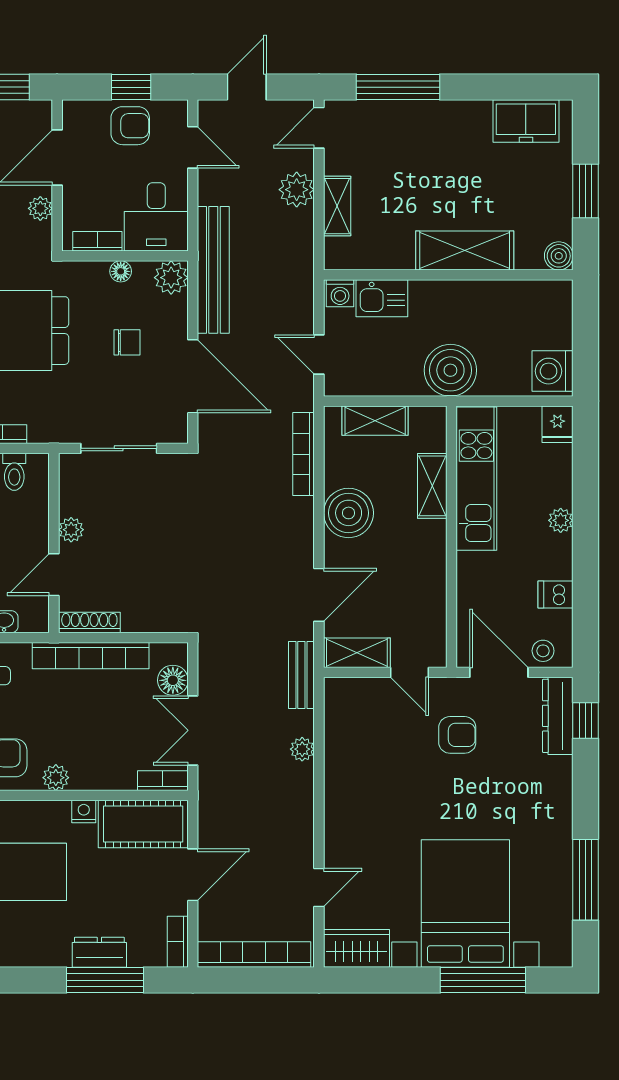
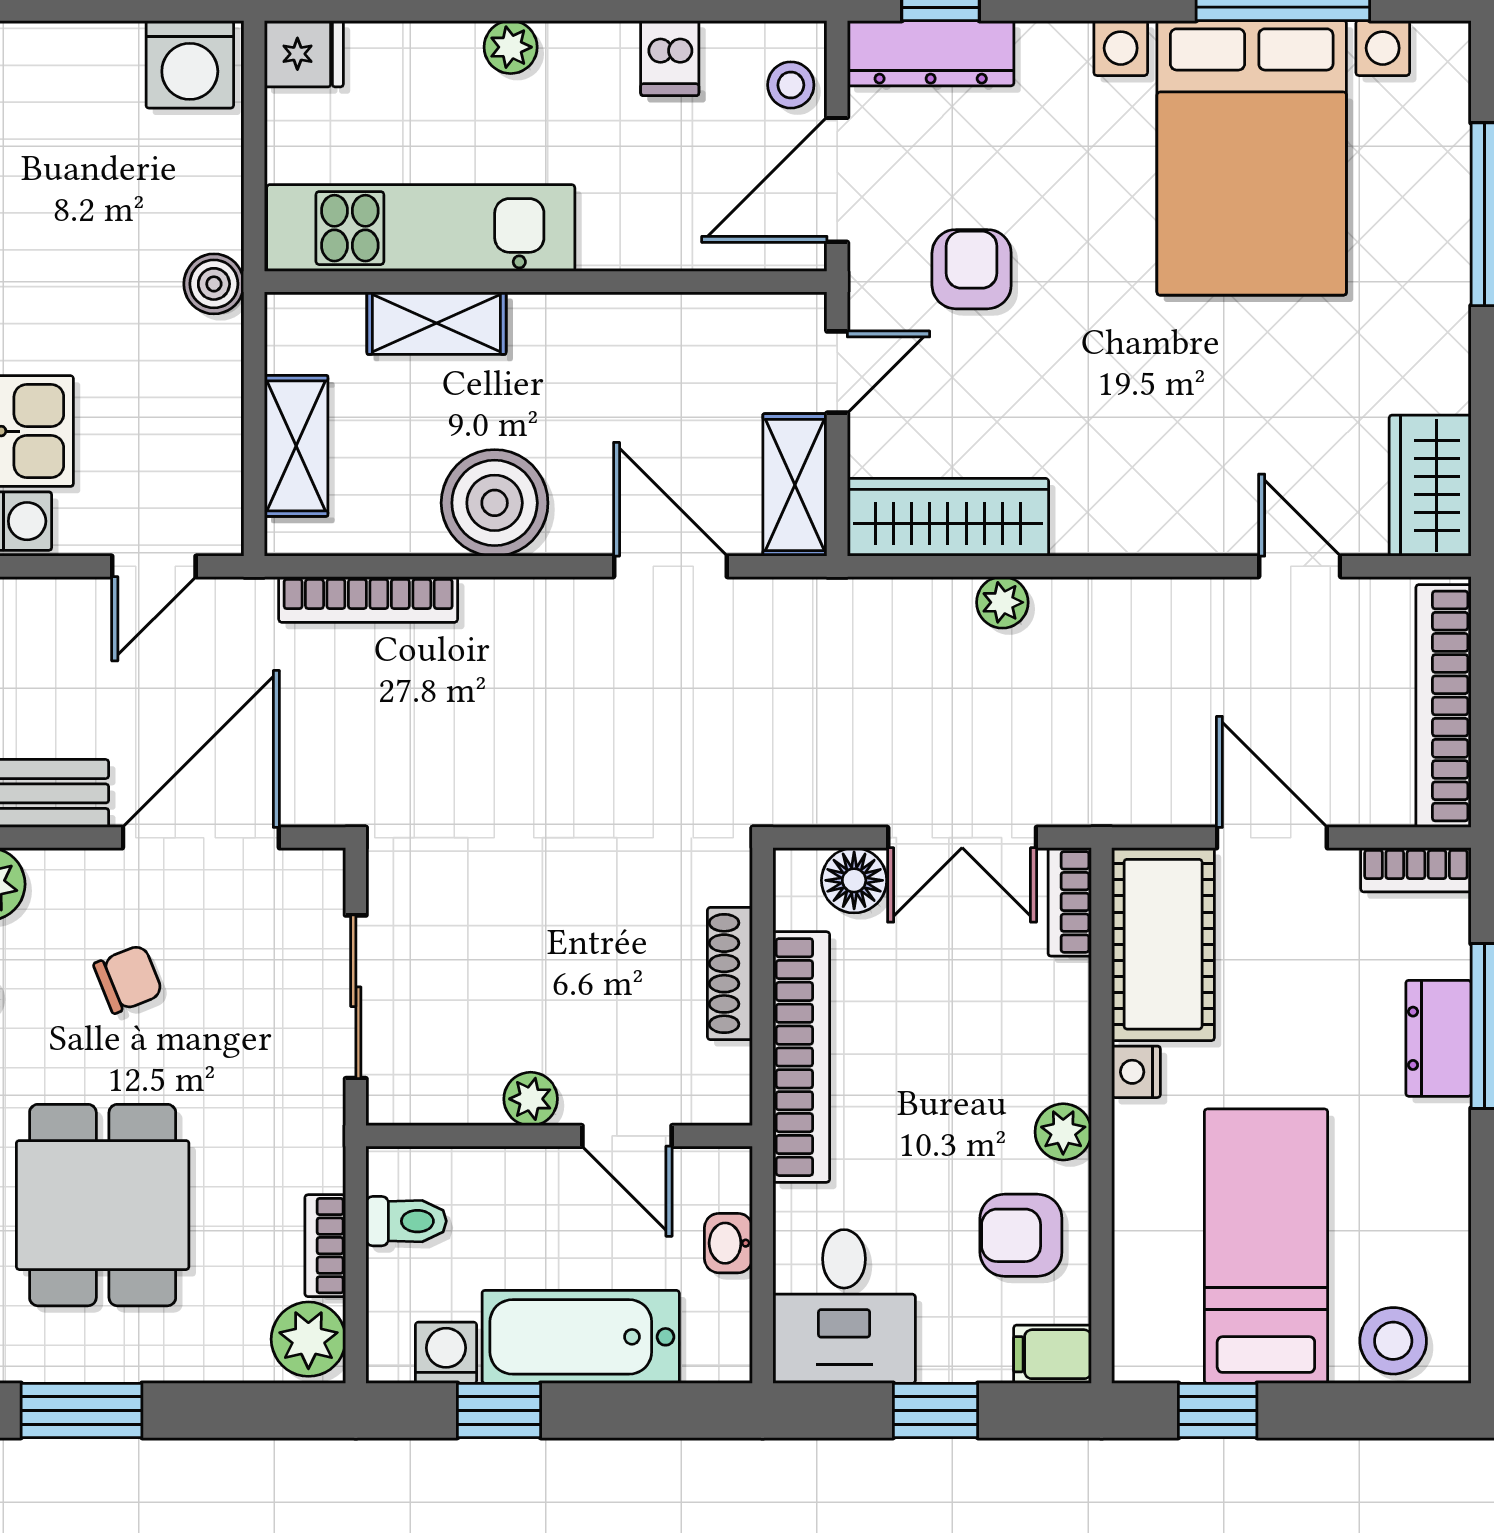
chair: (127, 342) -> (128, 979), turned 68
boiler: (450, 370) -> (214, 284), width x0.54, depth x0.54
shoe rack: (89, 622) -> (730, 974), moved
bench: (301, 675) -> (843, 604), removed
wardrobe: (342, 724) -> (948, 517), added
bed with nightstands: (465, 904) -> (1252, 158), moved, turned -90

